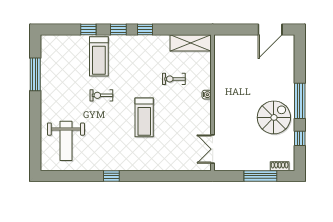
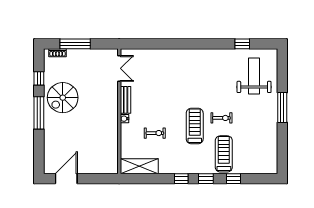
window: (35, 74) -> (282, 107), moved
bench: (206, 115) -> (126, 100), added
treadmill: (144, 117) -> (195, 126), moved
window: (111, 176) -> (242, 44), moved

